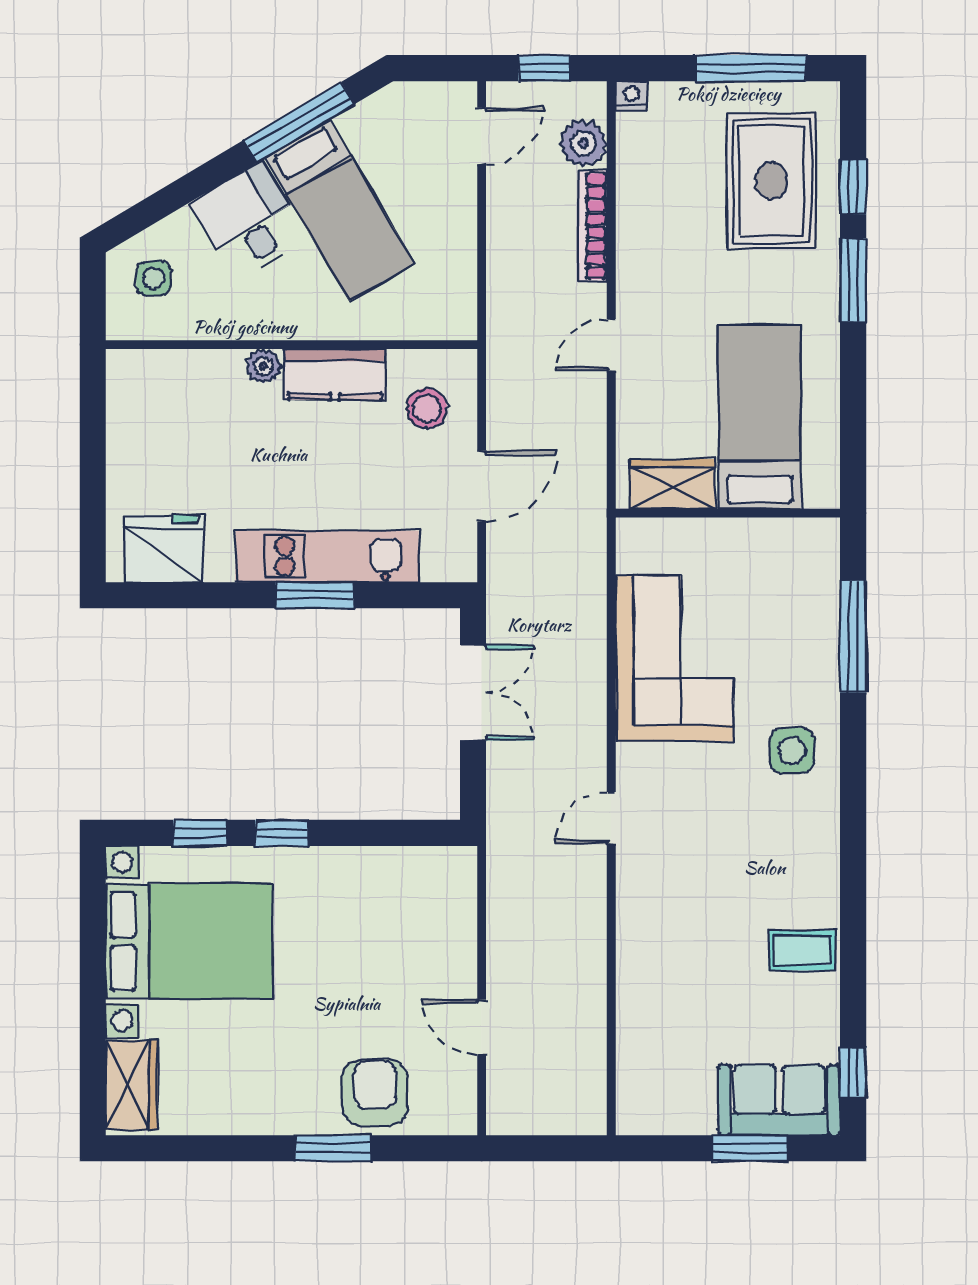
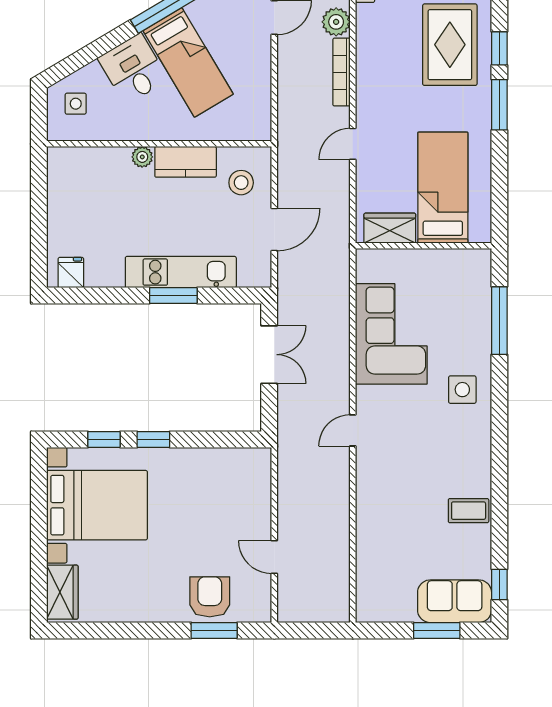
fridge: (164, 549) -> (71, 273), width x0.53, depth x0.75
window: (334, 1148) -> (214, 630), moved

